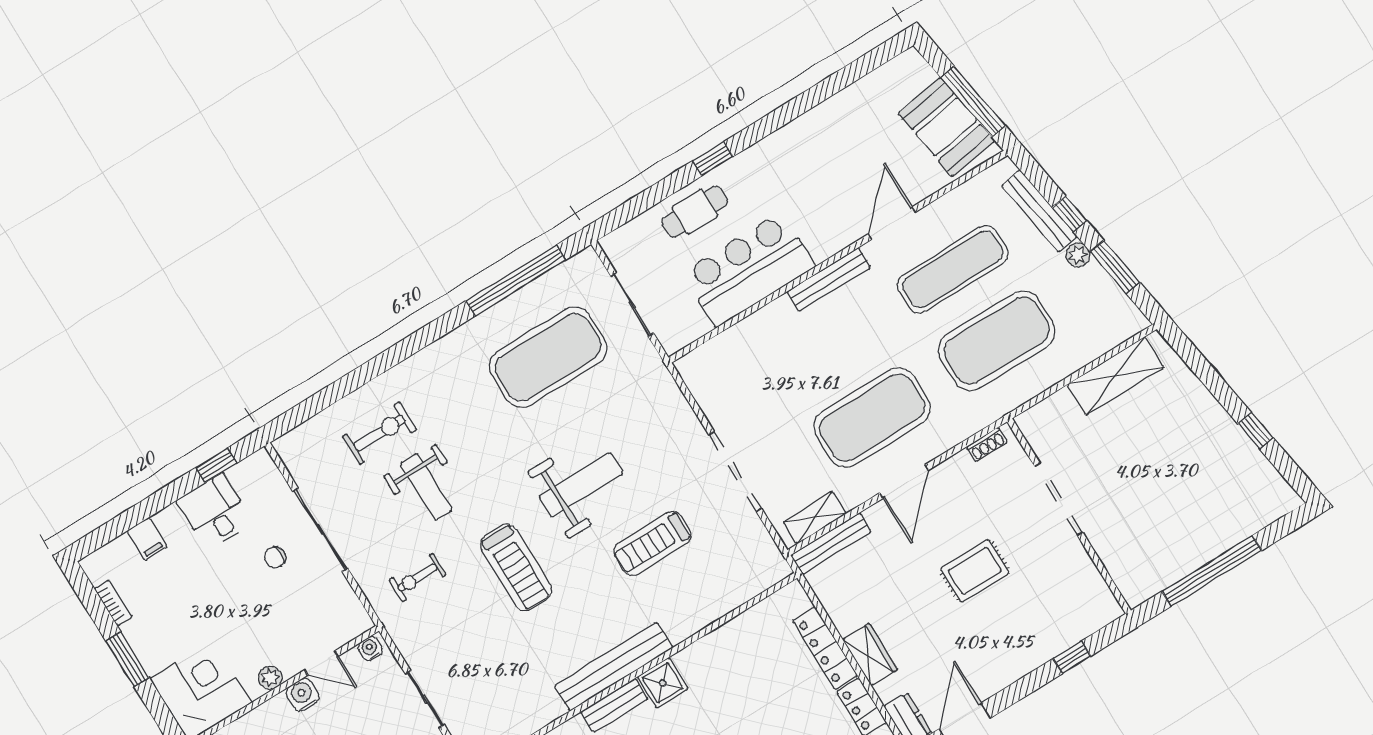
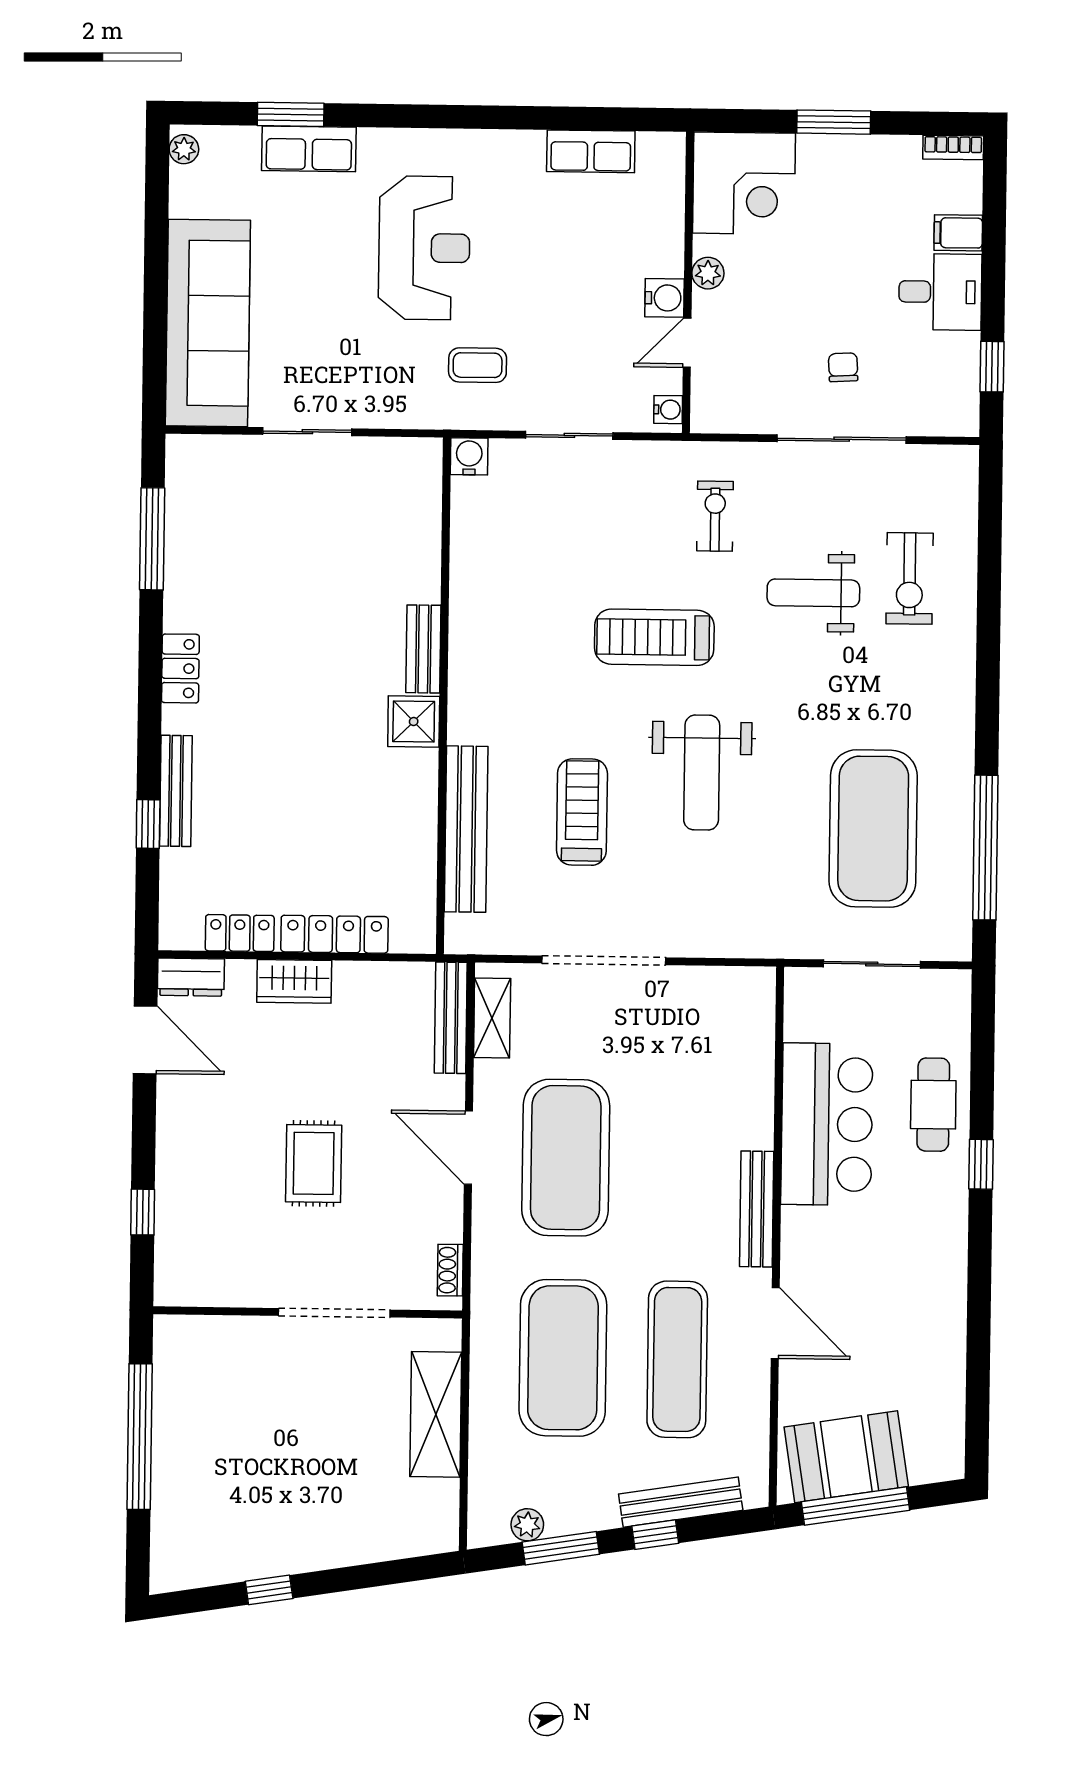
plant: (1078, 255) -> (527, 1525), moved
shelving: (1115, 376) -> (436, 1414), moved
desk: (215, 512) -> (940, 292), moved
bookcase: (113, 603) -> (953, 147), moved
bench: (614, 667) -> (466, 829), moved

